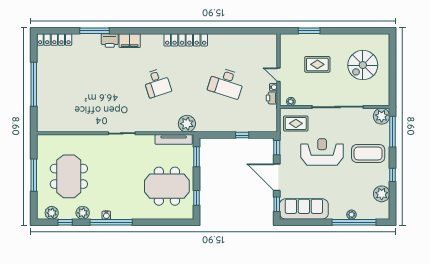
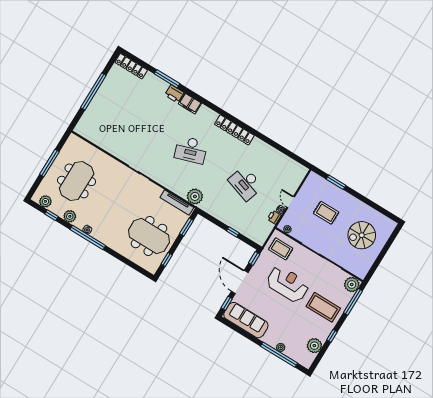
desk: (157, 83) -> (191, 150), width x1.37

